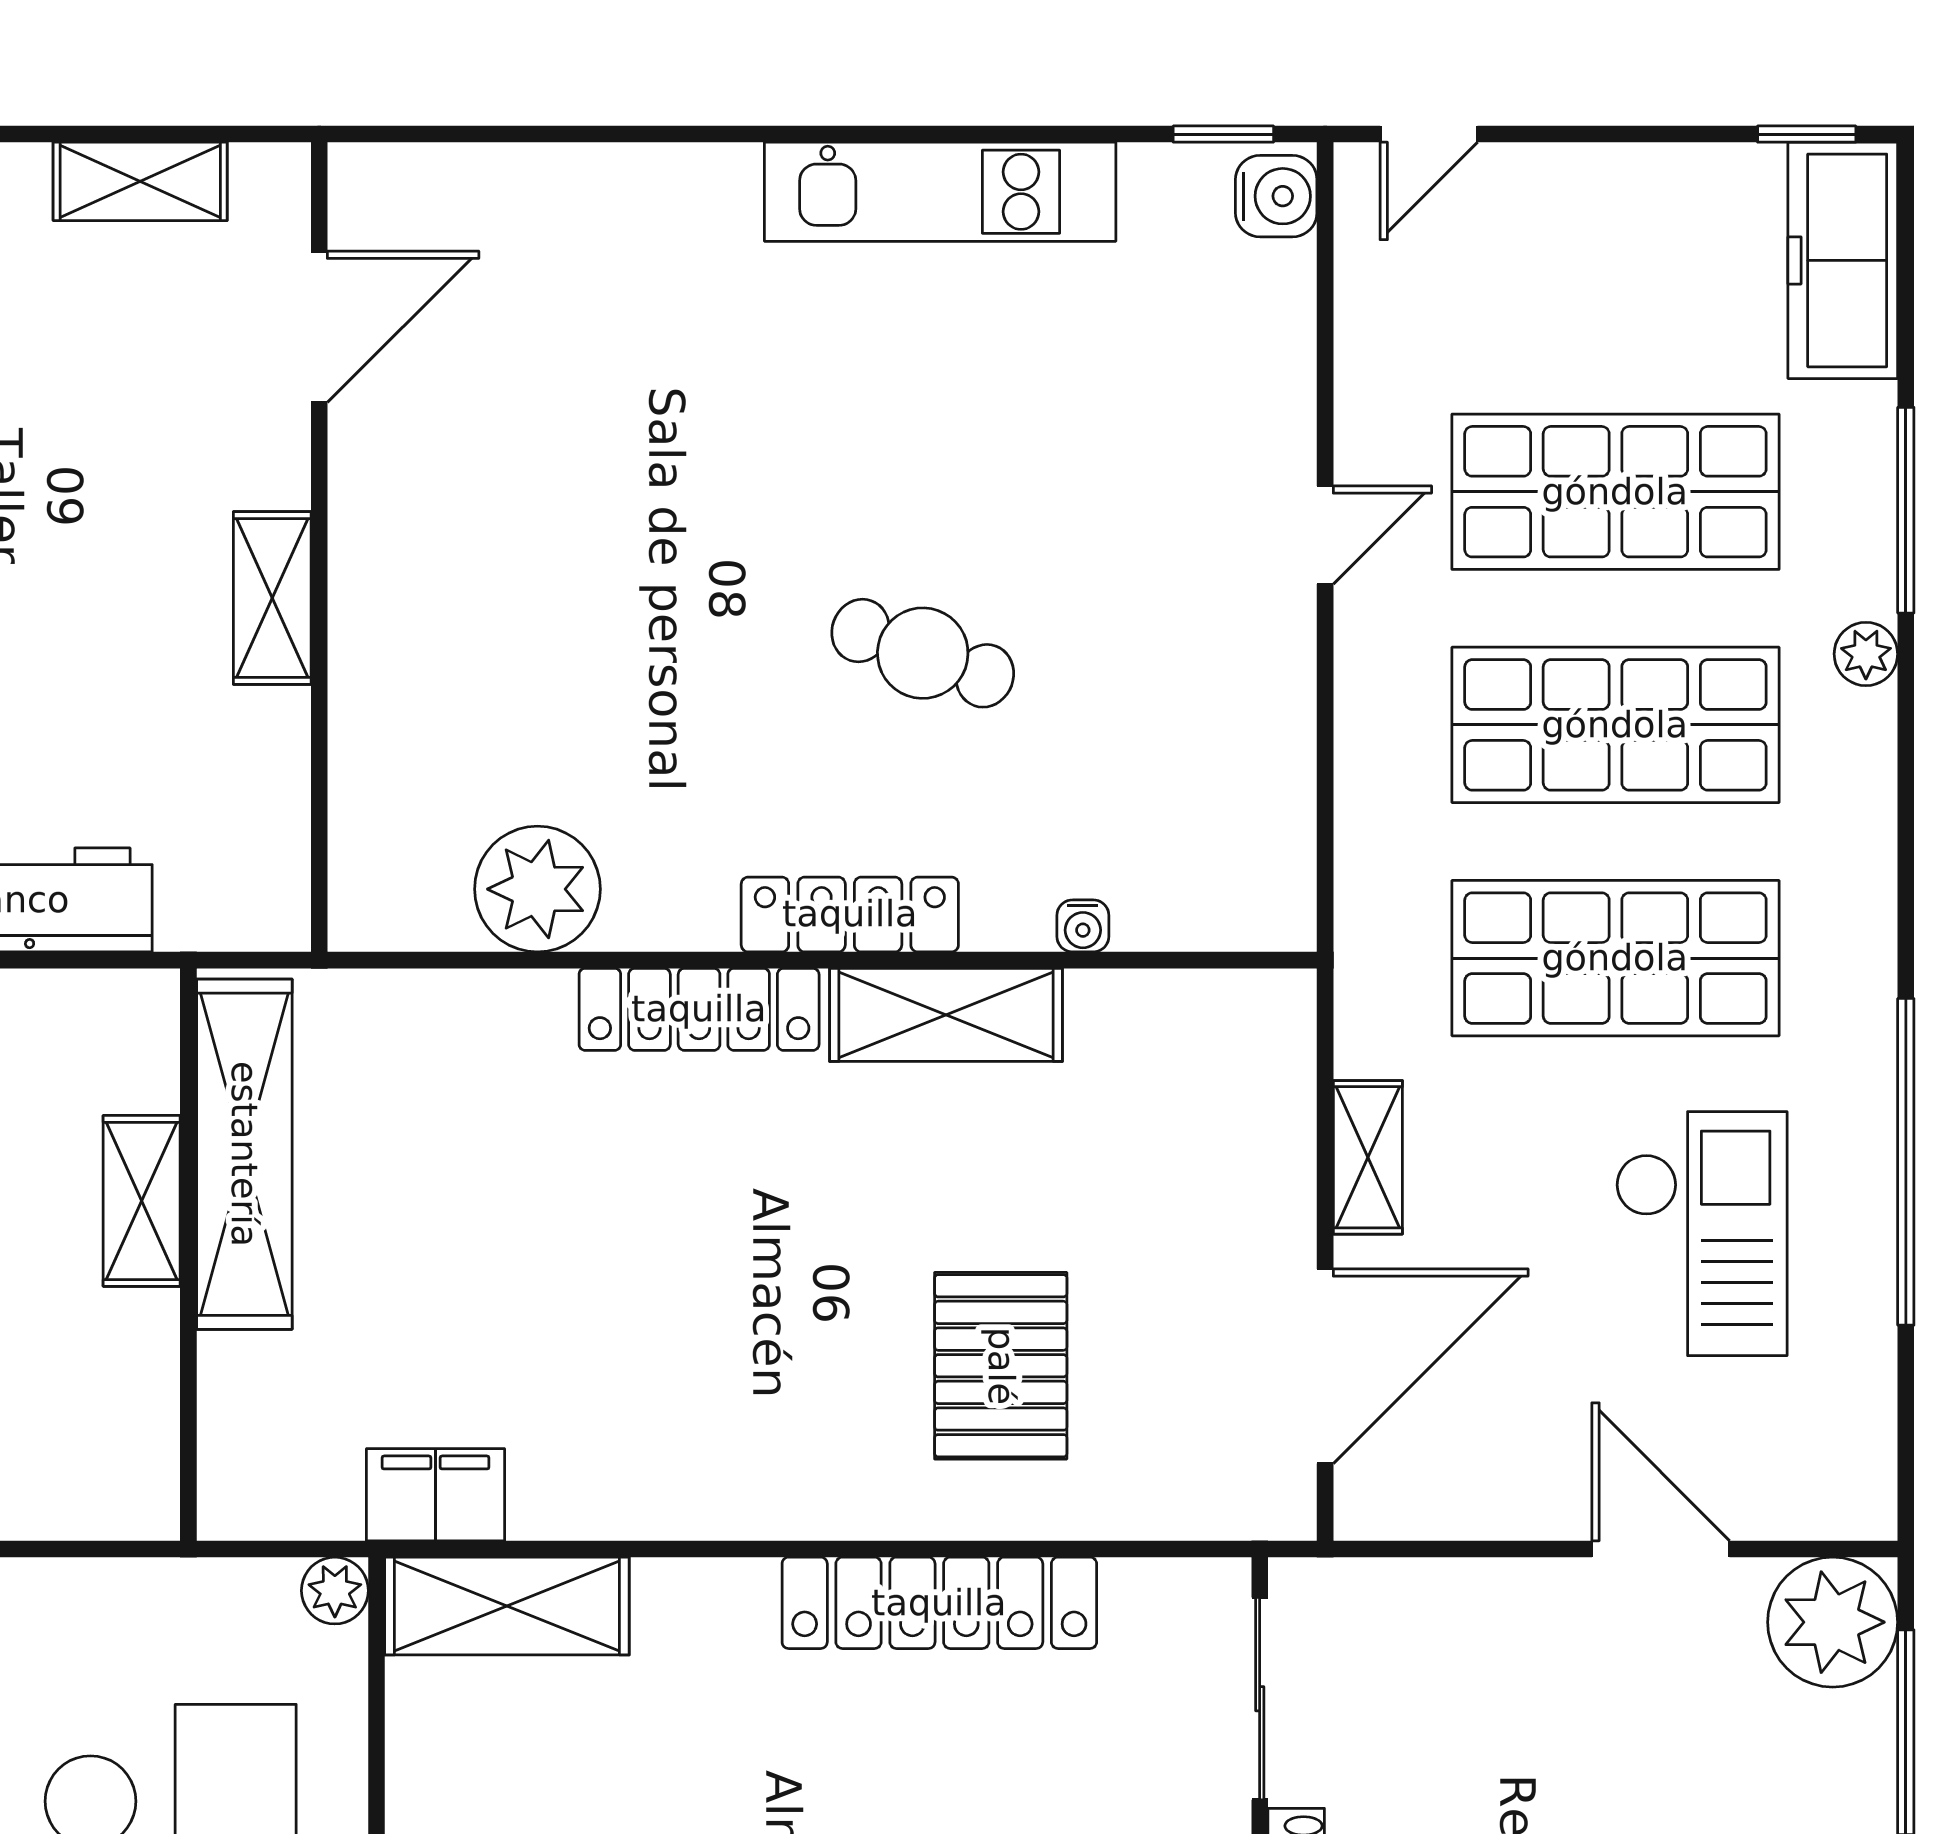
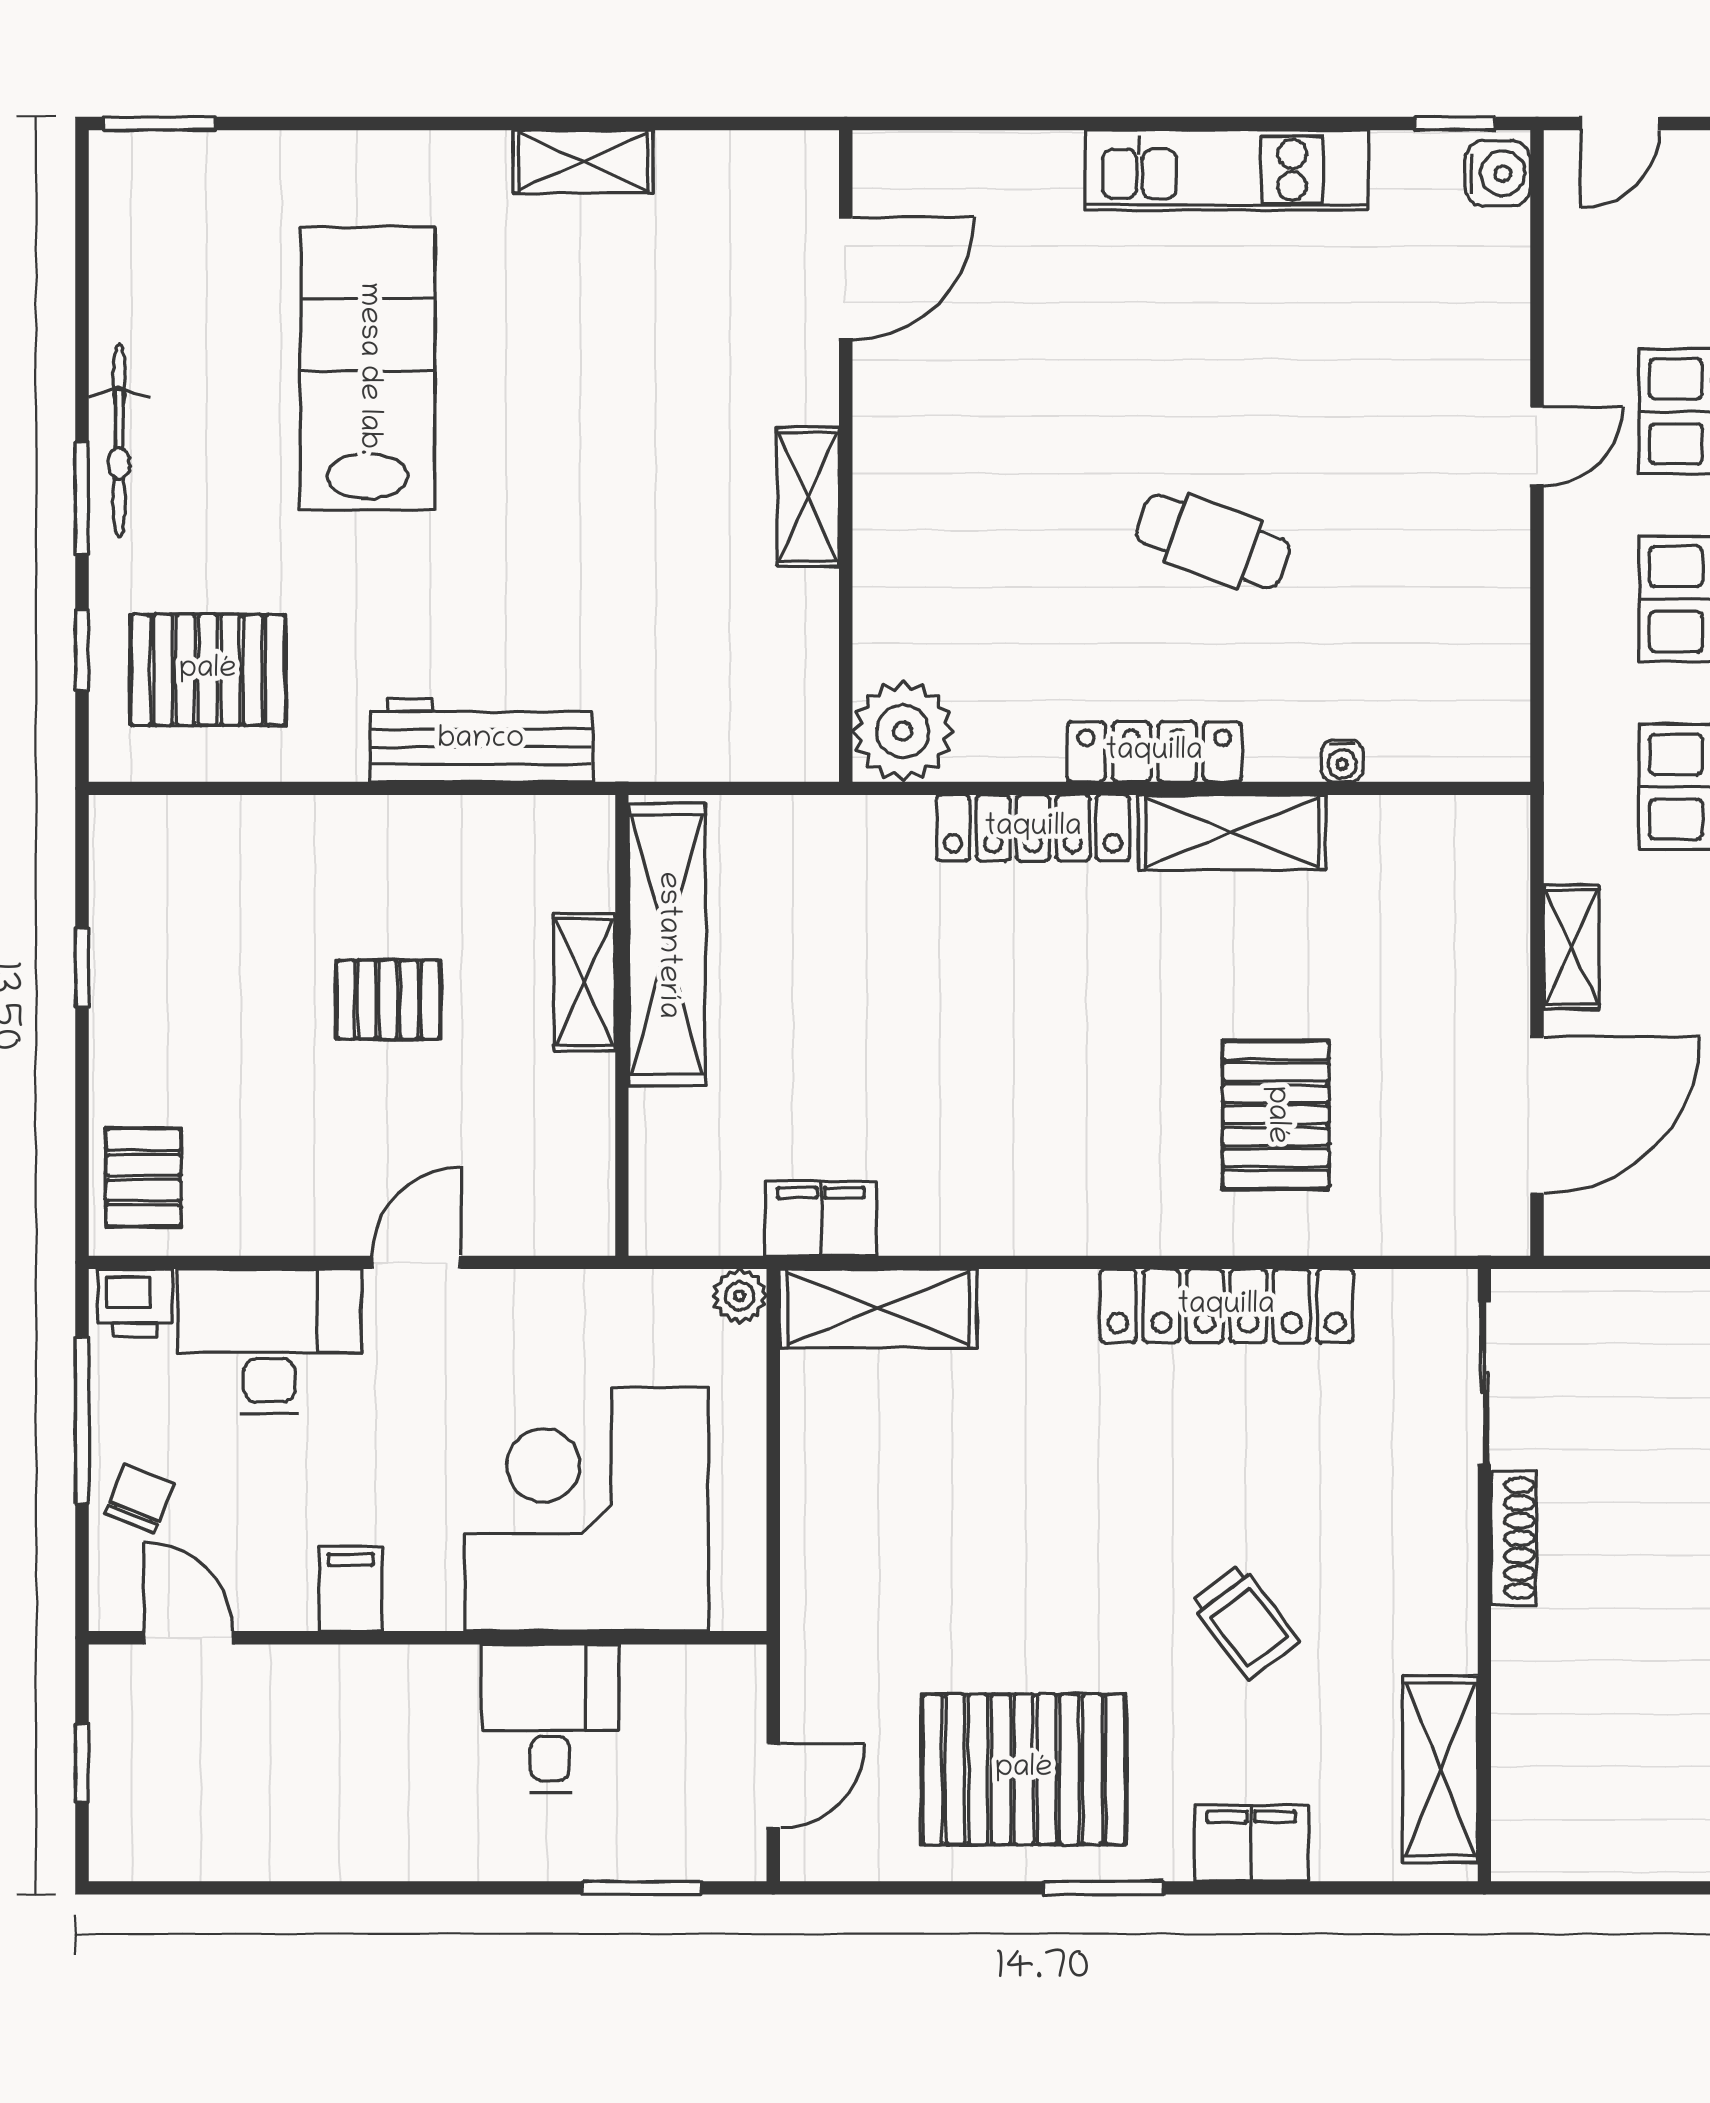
door: (319, 327) -> (846, 279), moved
wall: (319, 547) -> (846, 456), moved
shelving: (272, 598) -> (808, 497), moved

